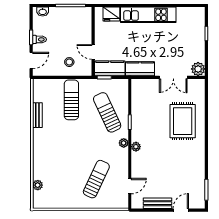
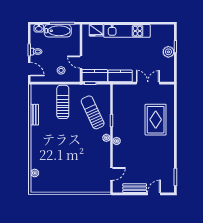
bathtub: (65, 14) -> (58, 31), added
door: (31, 61) -> (29, 69), hinge flipped
plant: (198, 69) -> (168, 52), moved
double door: (173, 77) -> (148, 83), swing flipped
sun lounger: (96, 179) -> (84, 168), removed

